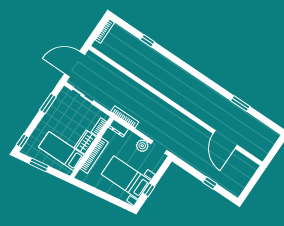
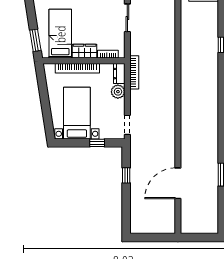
plant: (142, 146) -> (118, 92), moved
window: (39, 165) -> (35, 40), moved
window: (210, 183) -> (126, 175), moved
window: (149, 190) -> (97, 143), moved

